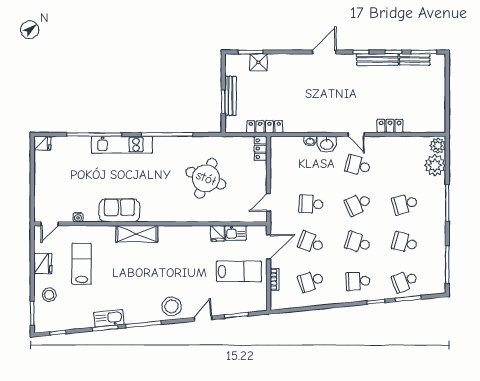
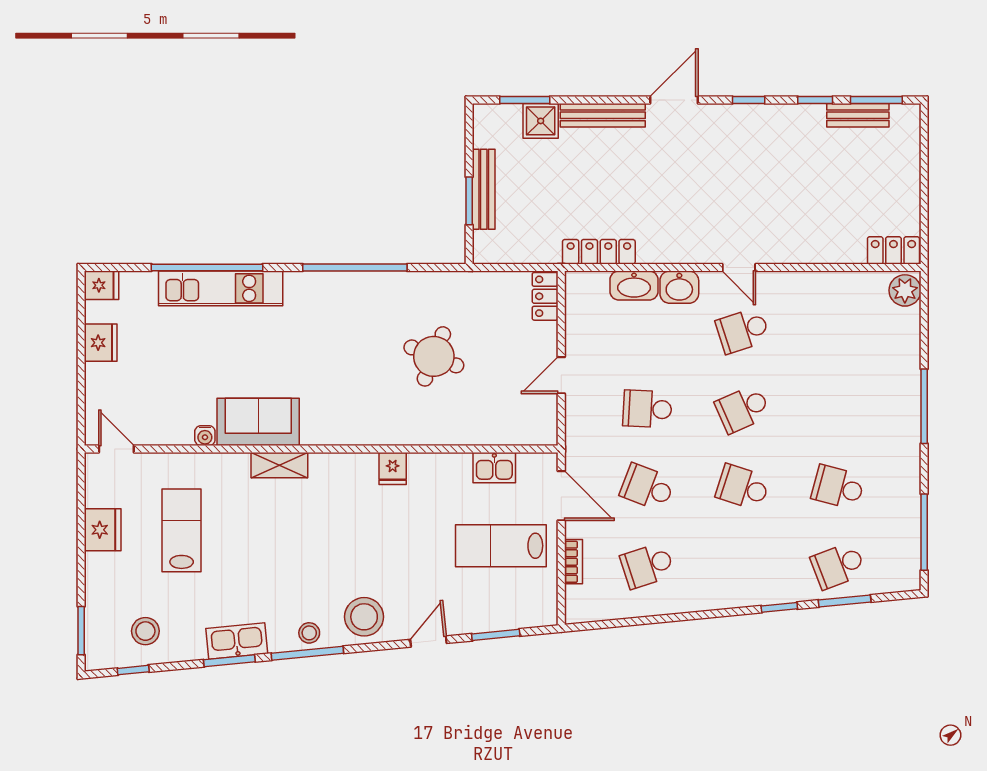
bench: (377, 60) -> (603, 115), moved
locker: (390, 126) -> (893, 250), moved
locker: (265, 127) -> (599, 252), moved
washbasin: (310, 141) -> (634, 286), width x1.91, depth x1.45
kitchen unit: (122, 145) -> (221, 288), moved
school desk: (358, 165) -> (743, 331), turned -33
plant: (435, 165) -> (899, 330), removed
fridge: (42, 171) -> (101, 343), added
round table: (206, 178) -> (434, 356), width x0.73, depth x0.73
door: (269, 202) -> (561, 375), moved
school desk: (405, 204) -> (838, 409), removed
water cooler: (78, 217) -> (205, 436), moved
door: (50, 224) -> (116, 449), swing flipped
fridge: (218, 233) -> (393, 469), moved
shelving: (137, 234) -> (279, 465), width x0.67, depth x0.75
door: (269, 247) -> (561, 496), hinge flipped
lab bench: (239, 271) -> (501, 546), turned 180
school desk: (358, 281) -> (743, 566), removed
stool: (49, 295) -> (145, 631), moved
stool: (145, 314) -> (309, 633), added

